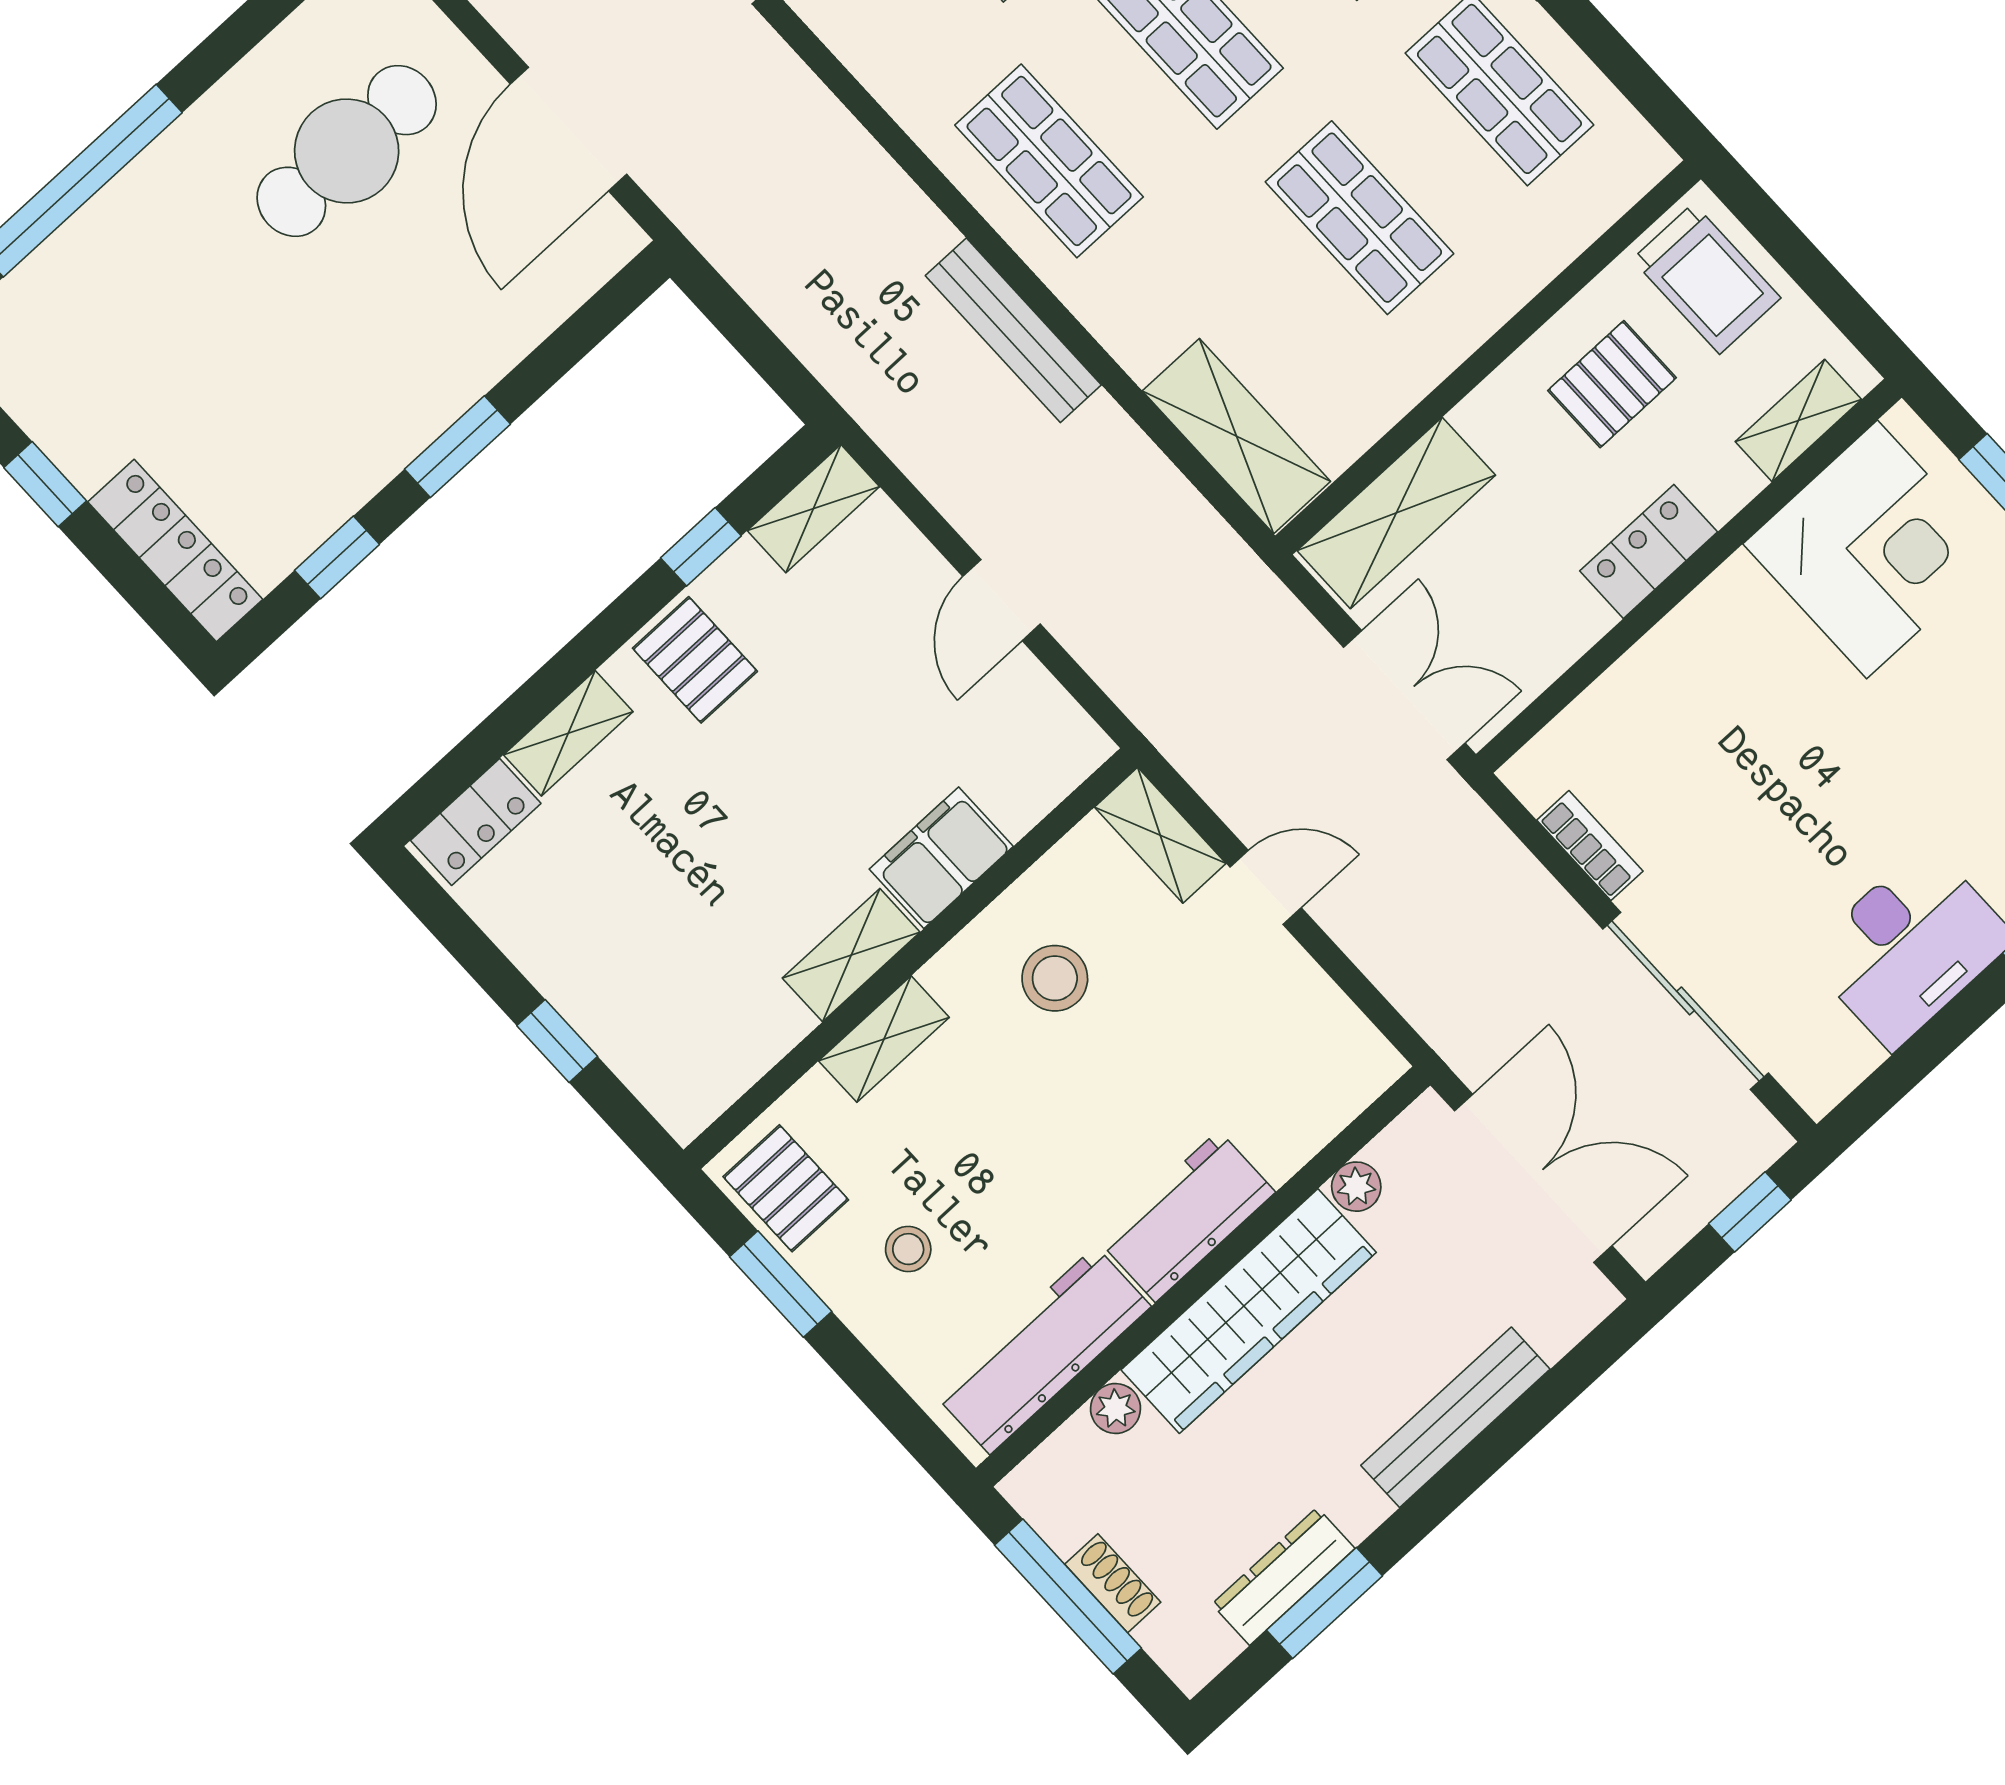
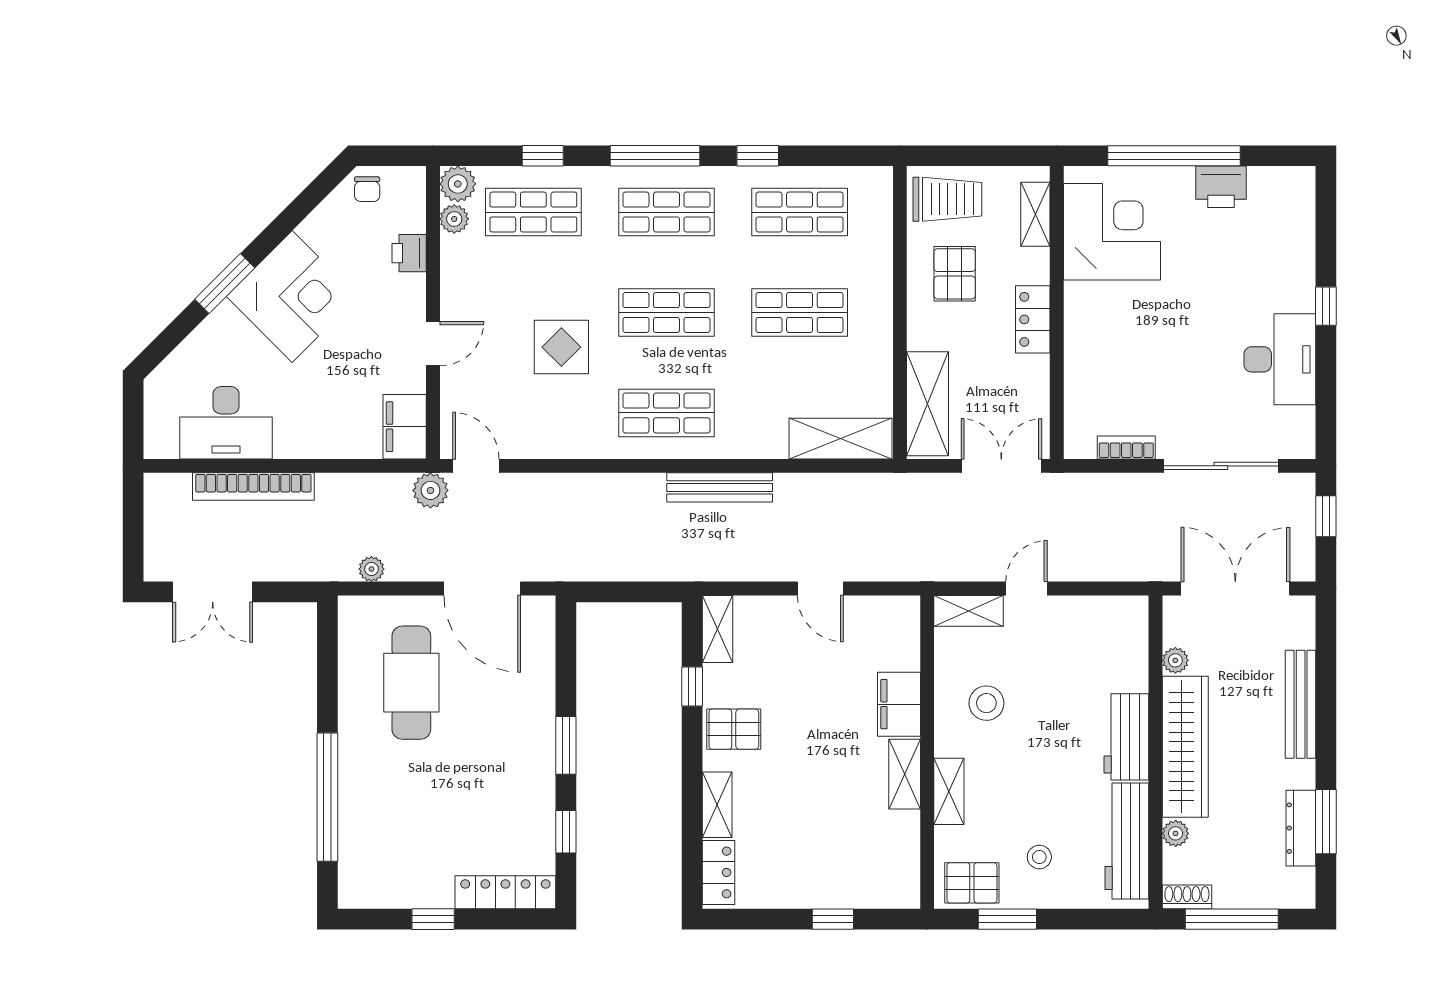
shoe rack: (1113, 1583) -> (1187, 897), moved

